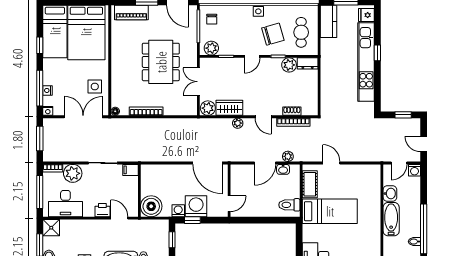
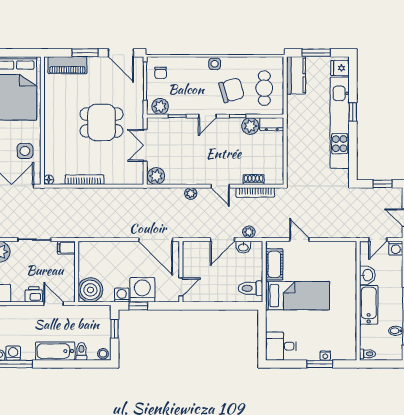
dining table: (161, 62) -> (102, 122), width x0.73
wardrobe: (229, 108) -> (181, 176), removed

